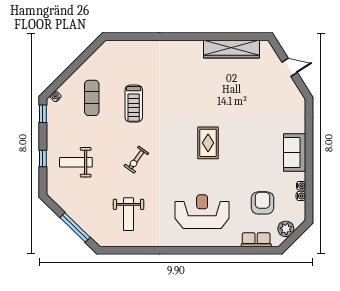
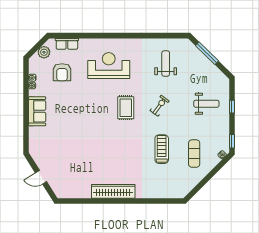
wardrobe: (232, 49) -> (113, 191), moved
rug: (208, 143) -> (126, 108), moved
reception desk: (202, 212) -> (109, 66), turned 180

